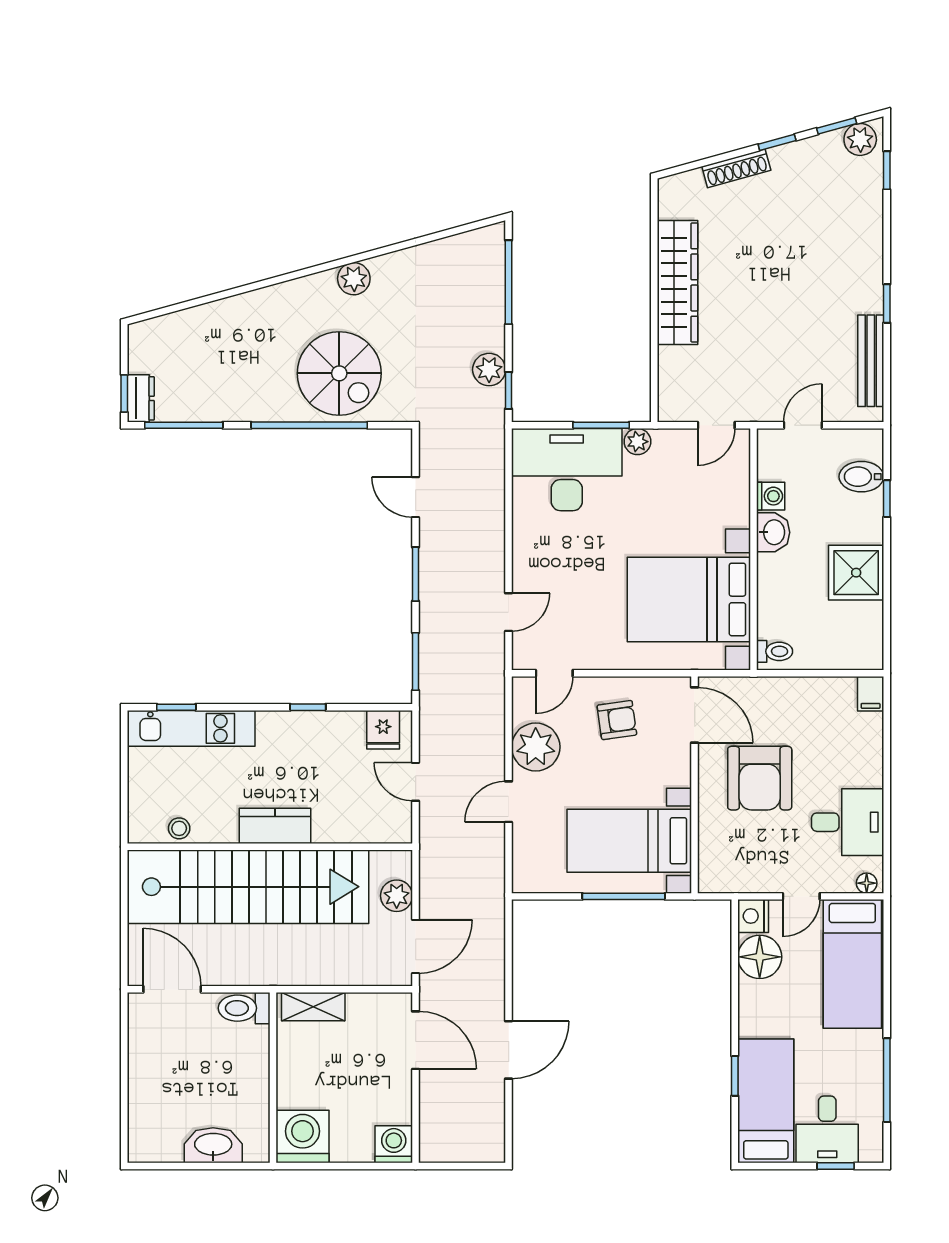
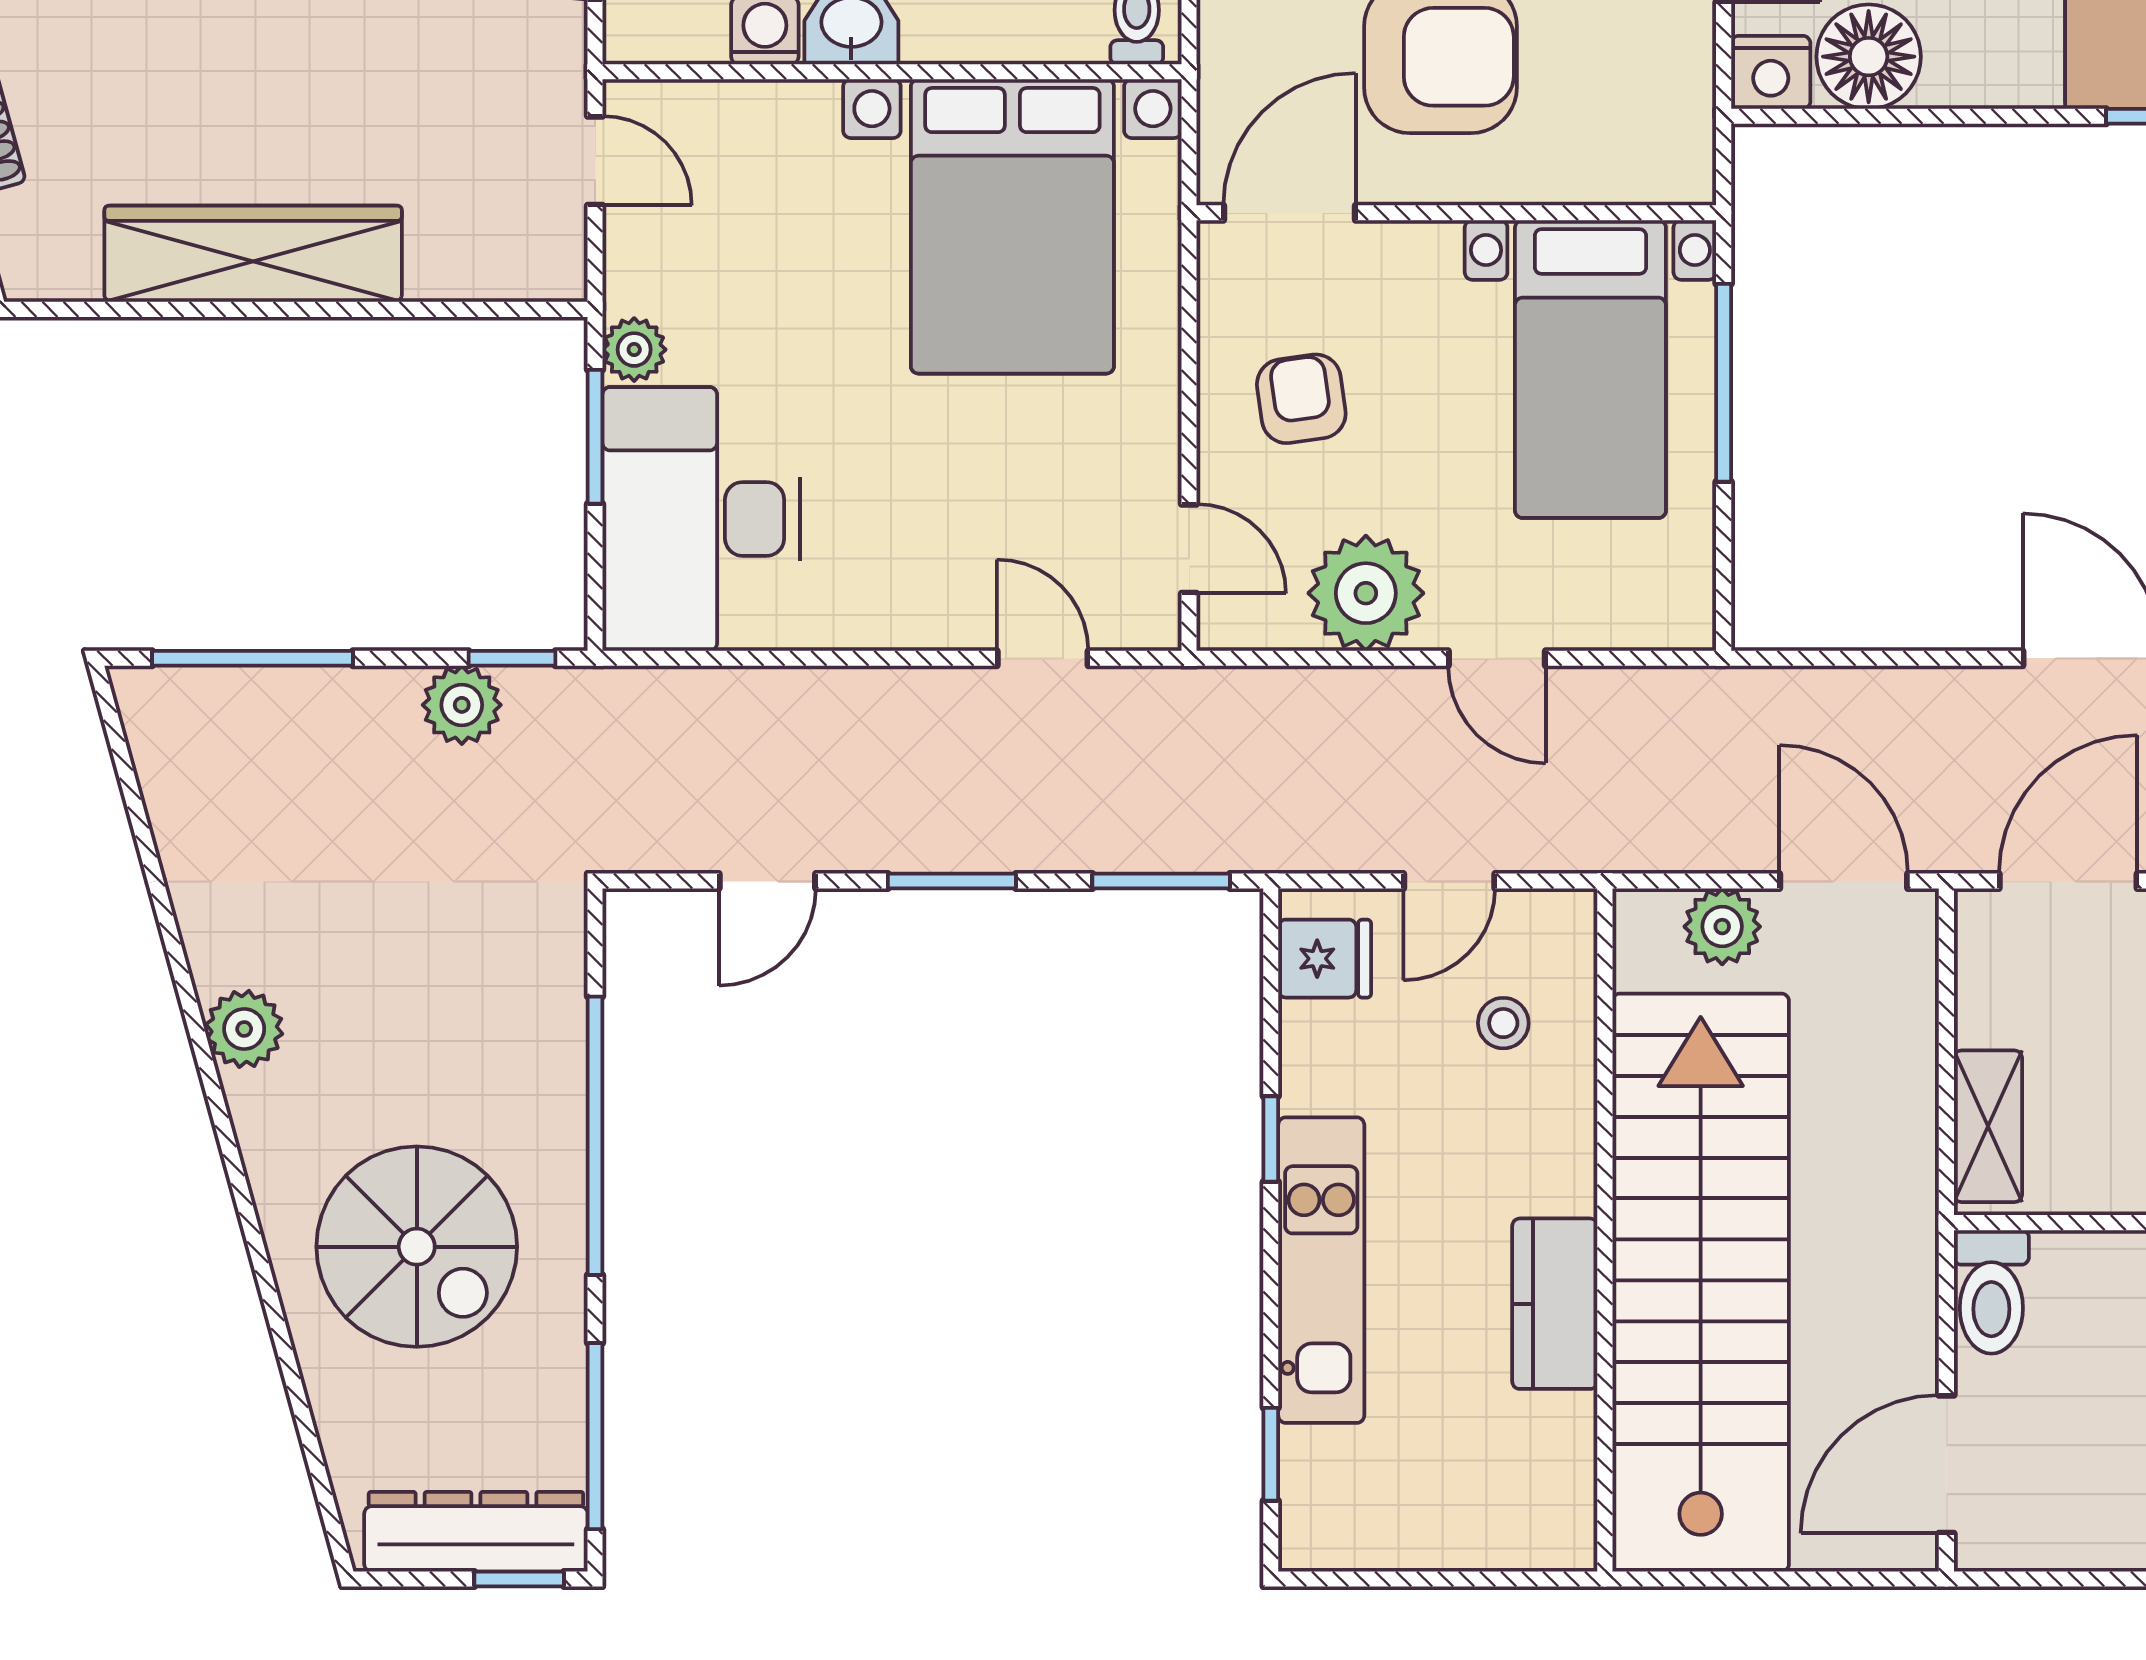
spiral stairs: (339, 373) -> (417, 1247), moved, turned 90
dresser: (141, 398) -> (476, 1532), width x1.96, depth x1.24
kitchen unit: (191, 728) -> (1321, 1270), moved
kitchen counter: (275, 826) -> (1555, 1304), moved
stool: (179, 828) -> (1503, 1023), moved

